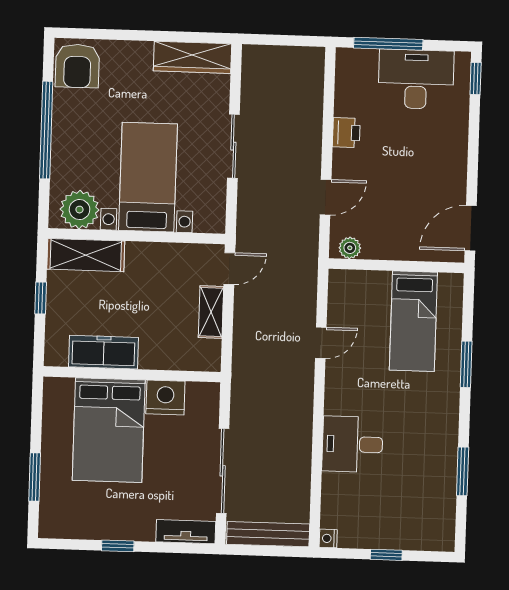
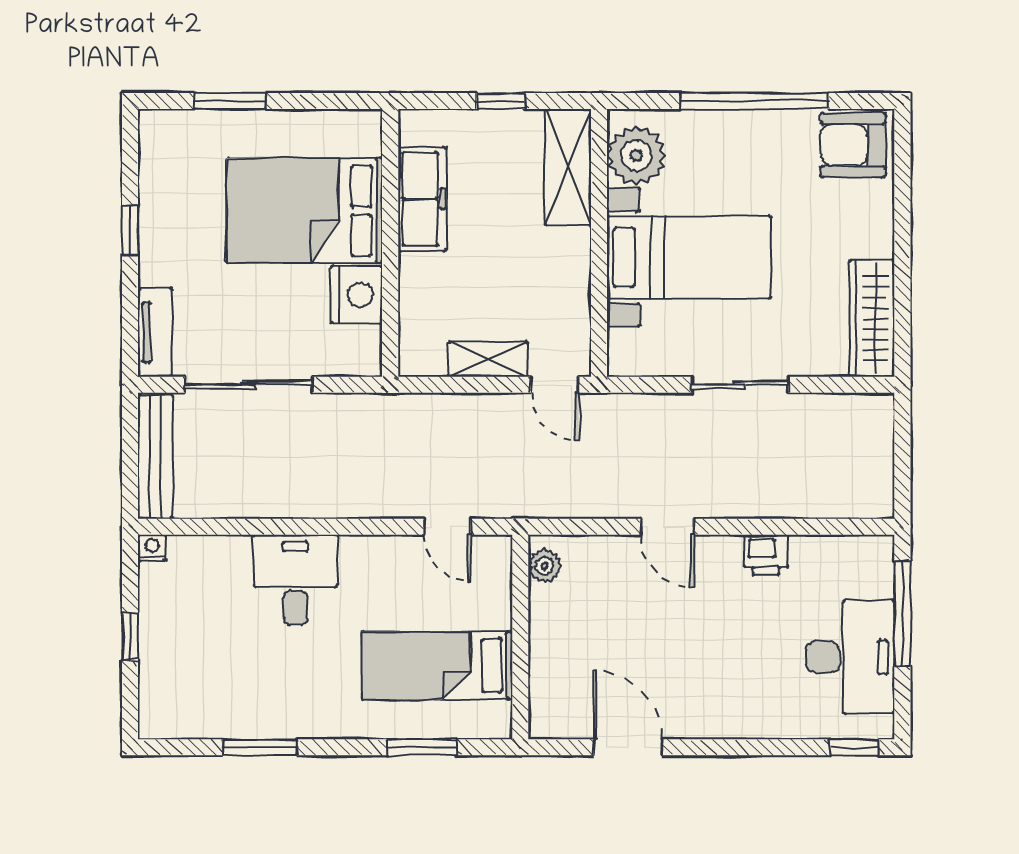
plant: (350, 248) -> (545, 566), moved
wall: (396, 266) -> (520, 637), moved
bed: (413, 321) -> (437, 666), moved

